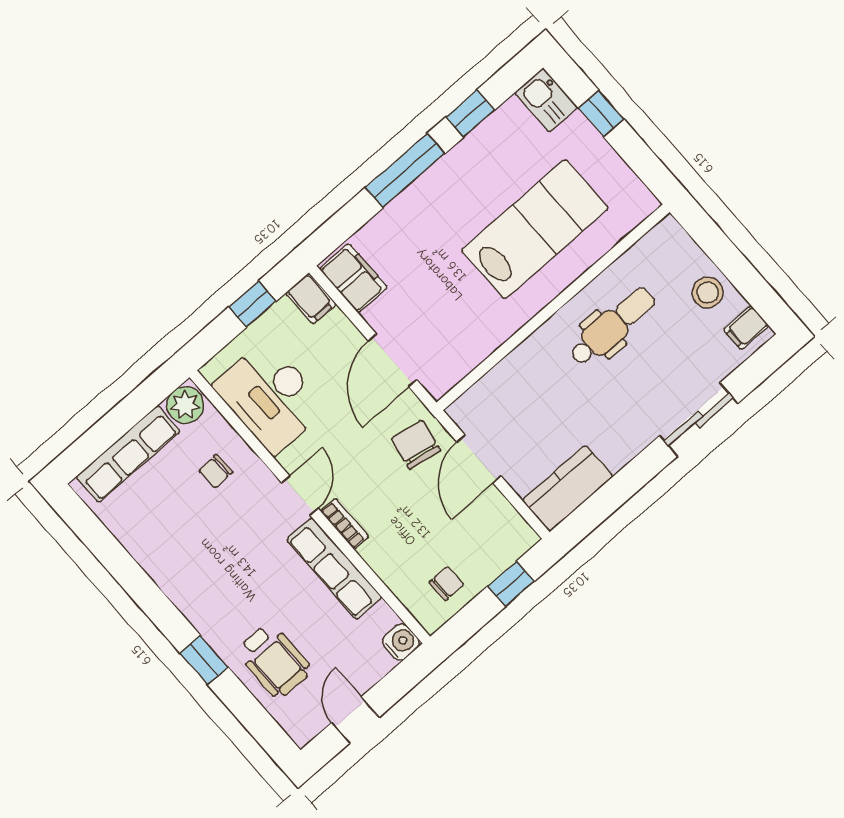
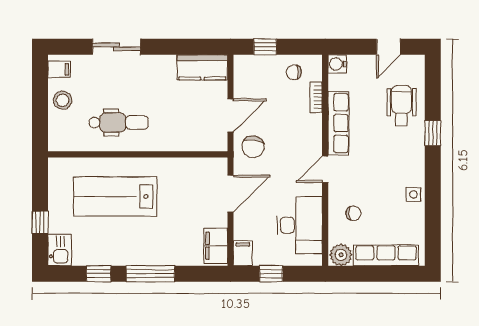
dental chair: (612, 326) -> (119, 123), turned 180
bookcase: (345, 524) -> (316, 97), moved
side table: (161, 561) -> (413, 194), added

